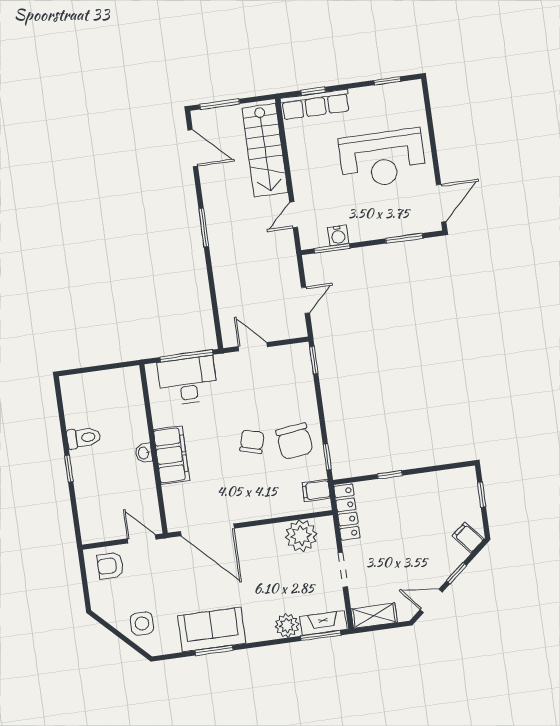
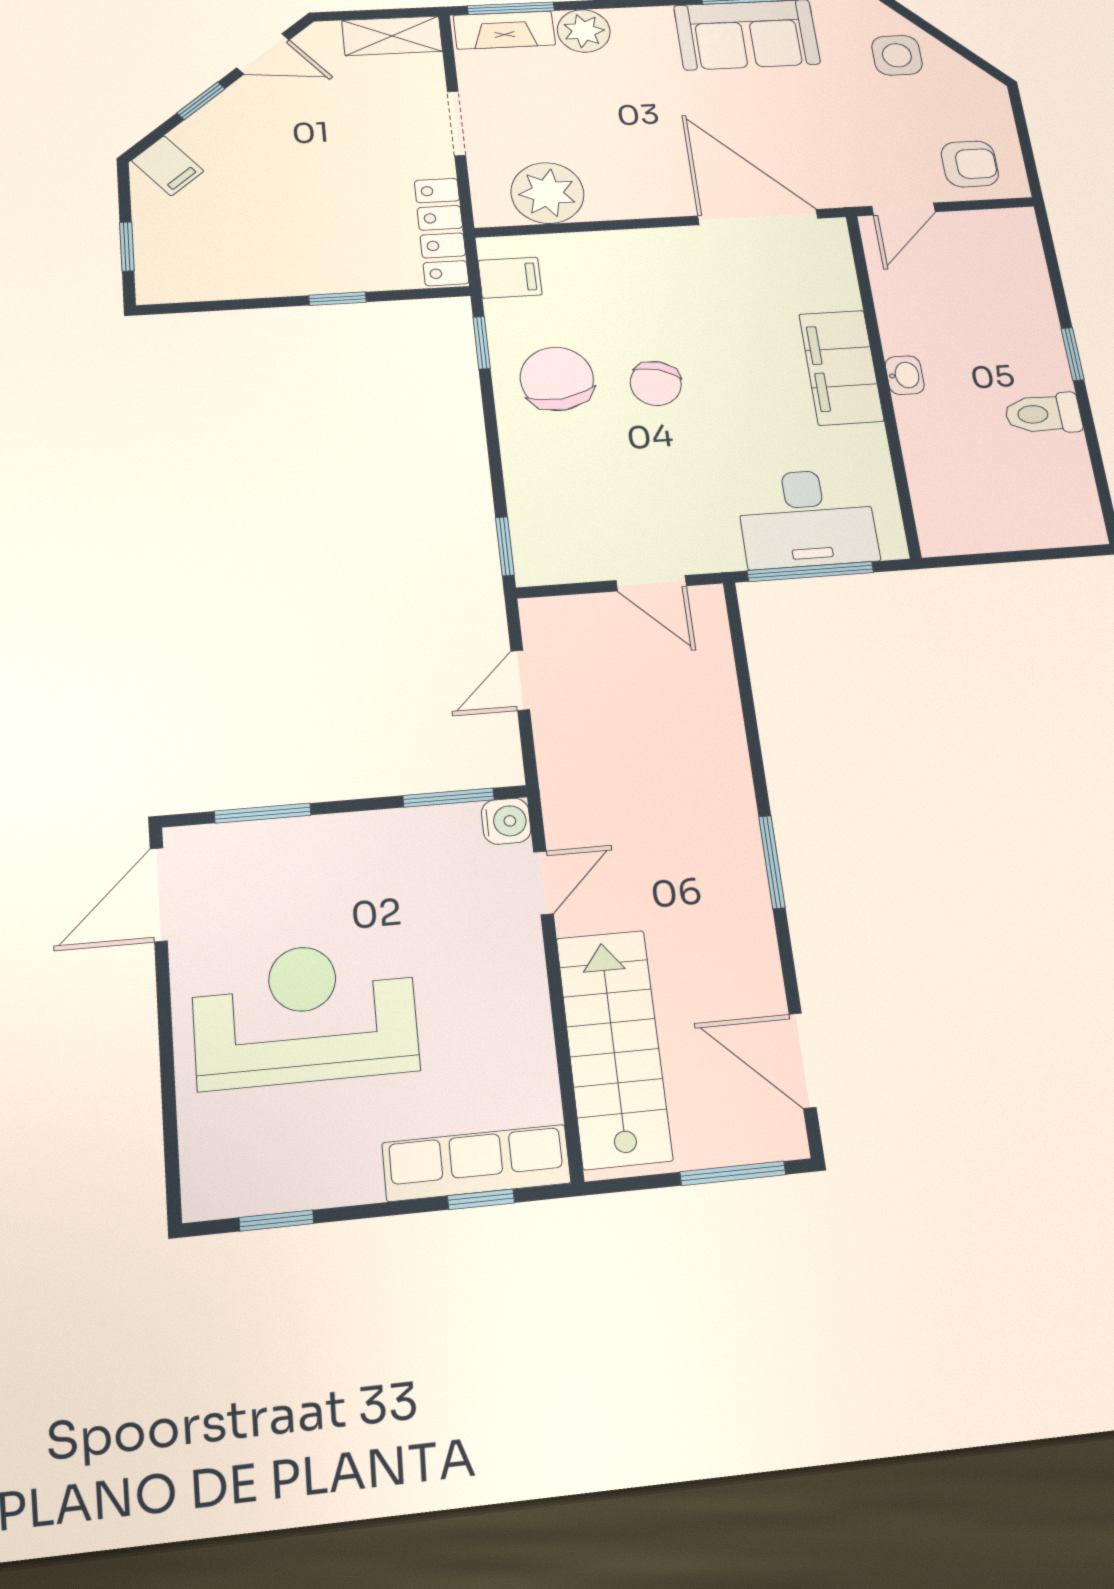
water cooler: (338, 236) -> (506, 821), moved, turned 90
door: (142, 539) -> (903, 209), hinge flipped

